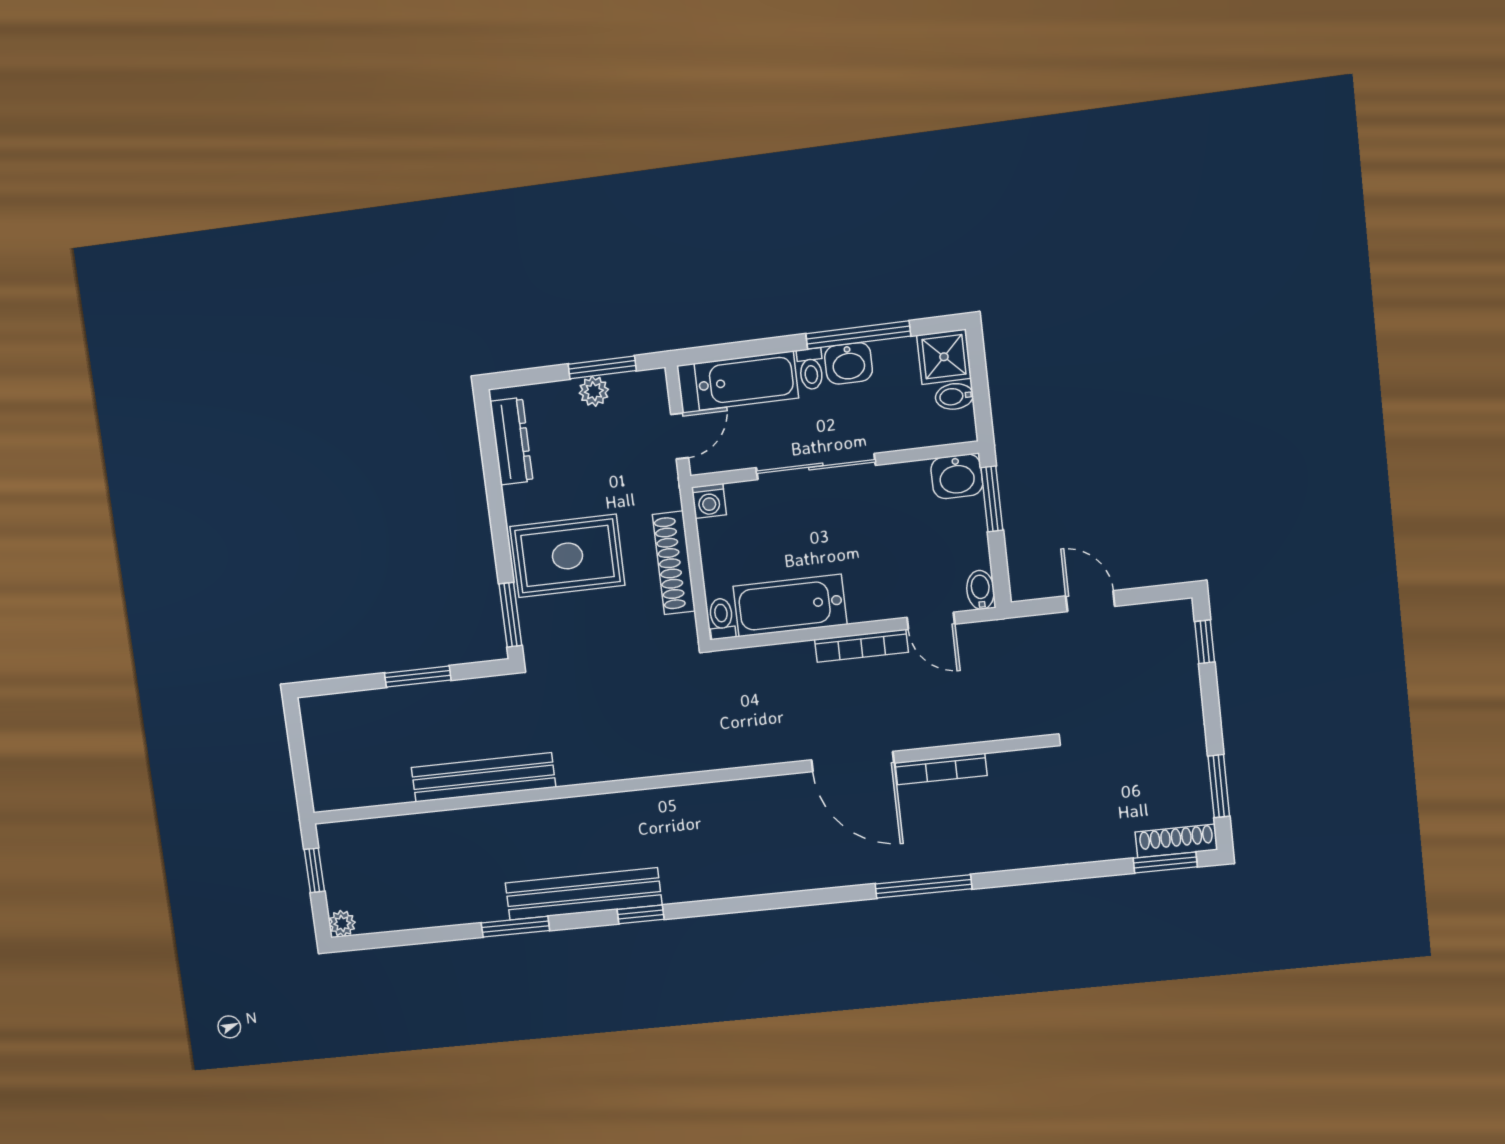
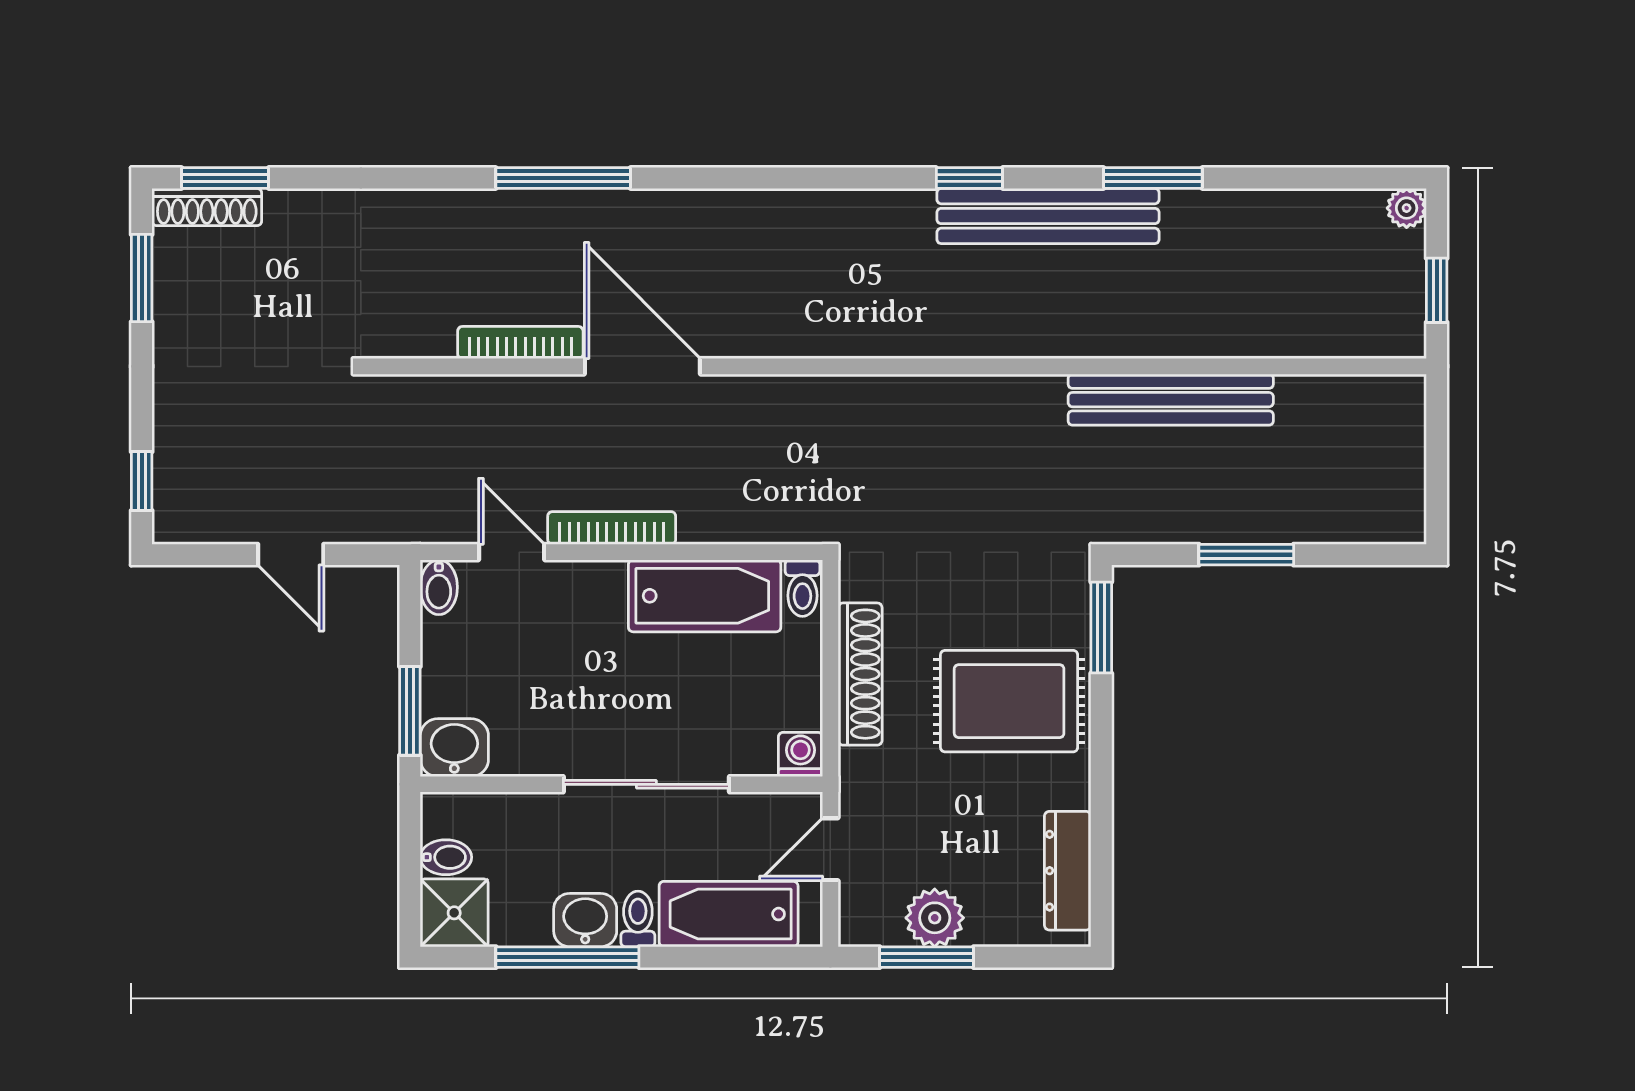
plant: (594, 391) -> (935, 918), width x1.38, depth x1.38

